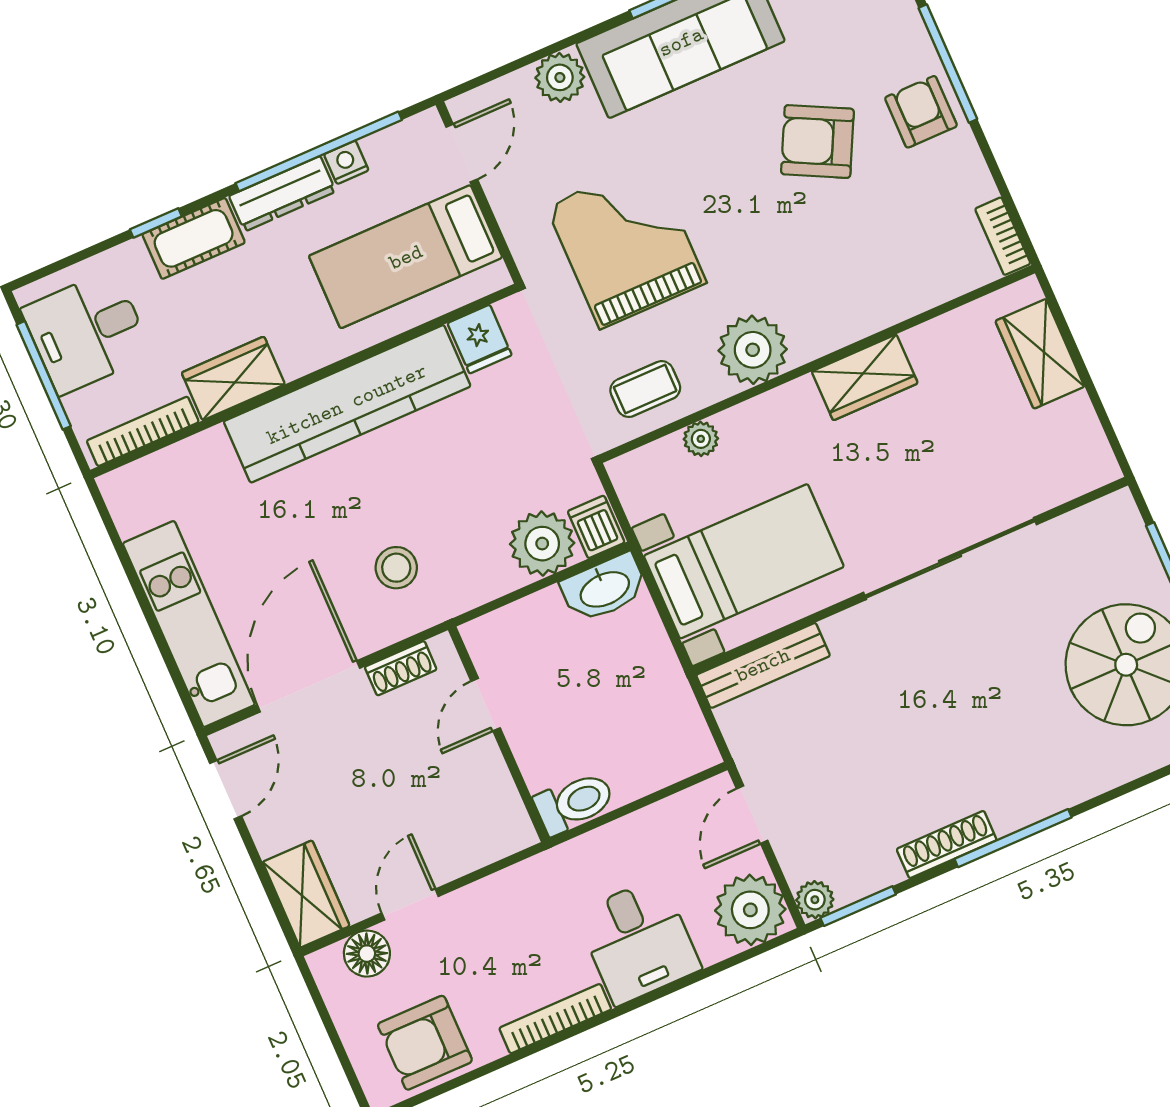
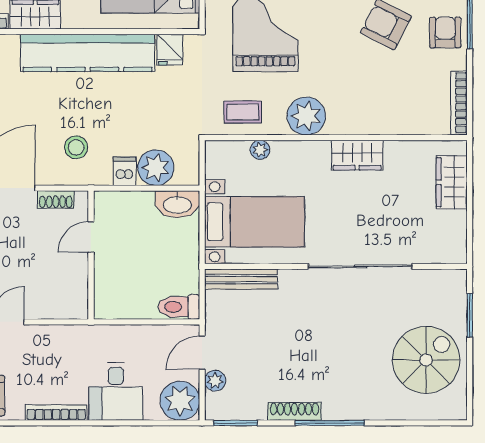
bookcase: (1003, 236) -> (459, 103), width x1.56
dishwasher: (596, 527) -> (125, 171), moved
toilet: (574, 803) -> (179, 307), moved, turned 180
plant: (815, 900) -> (215, 381), moved

